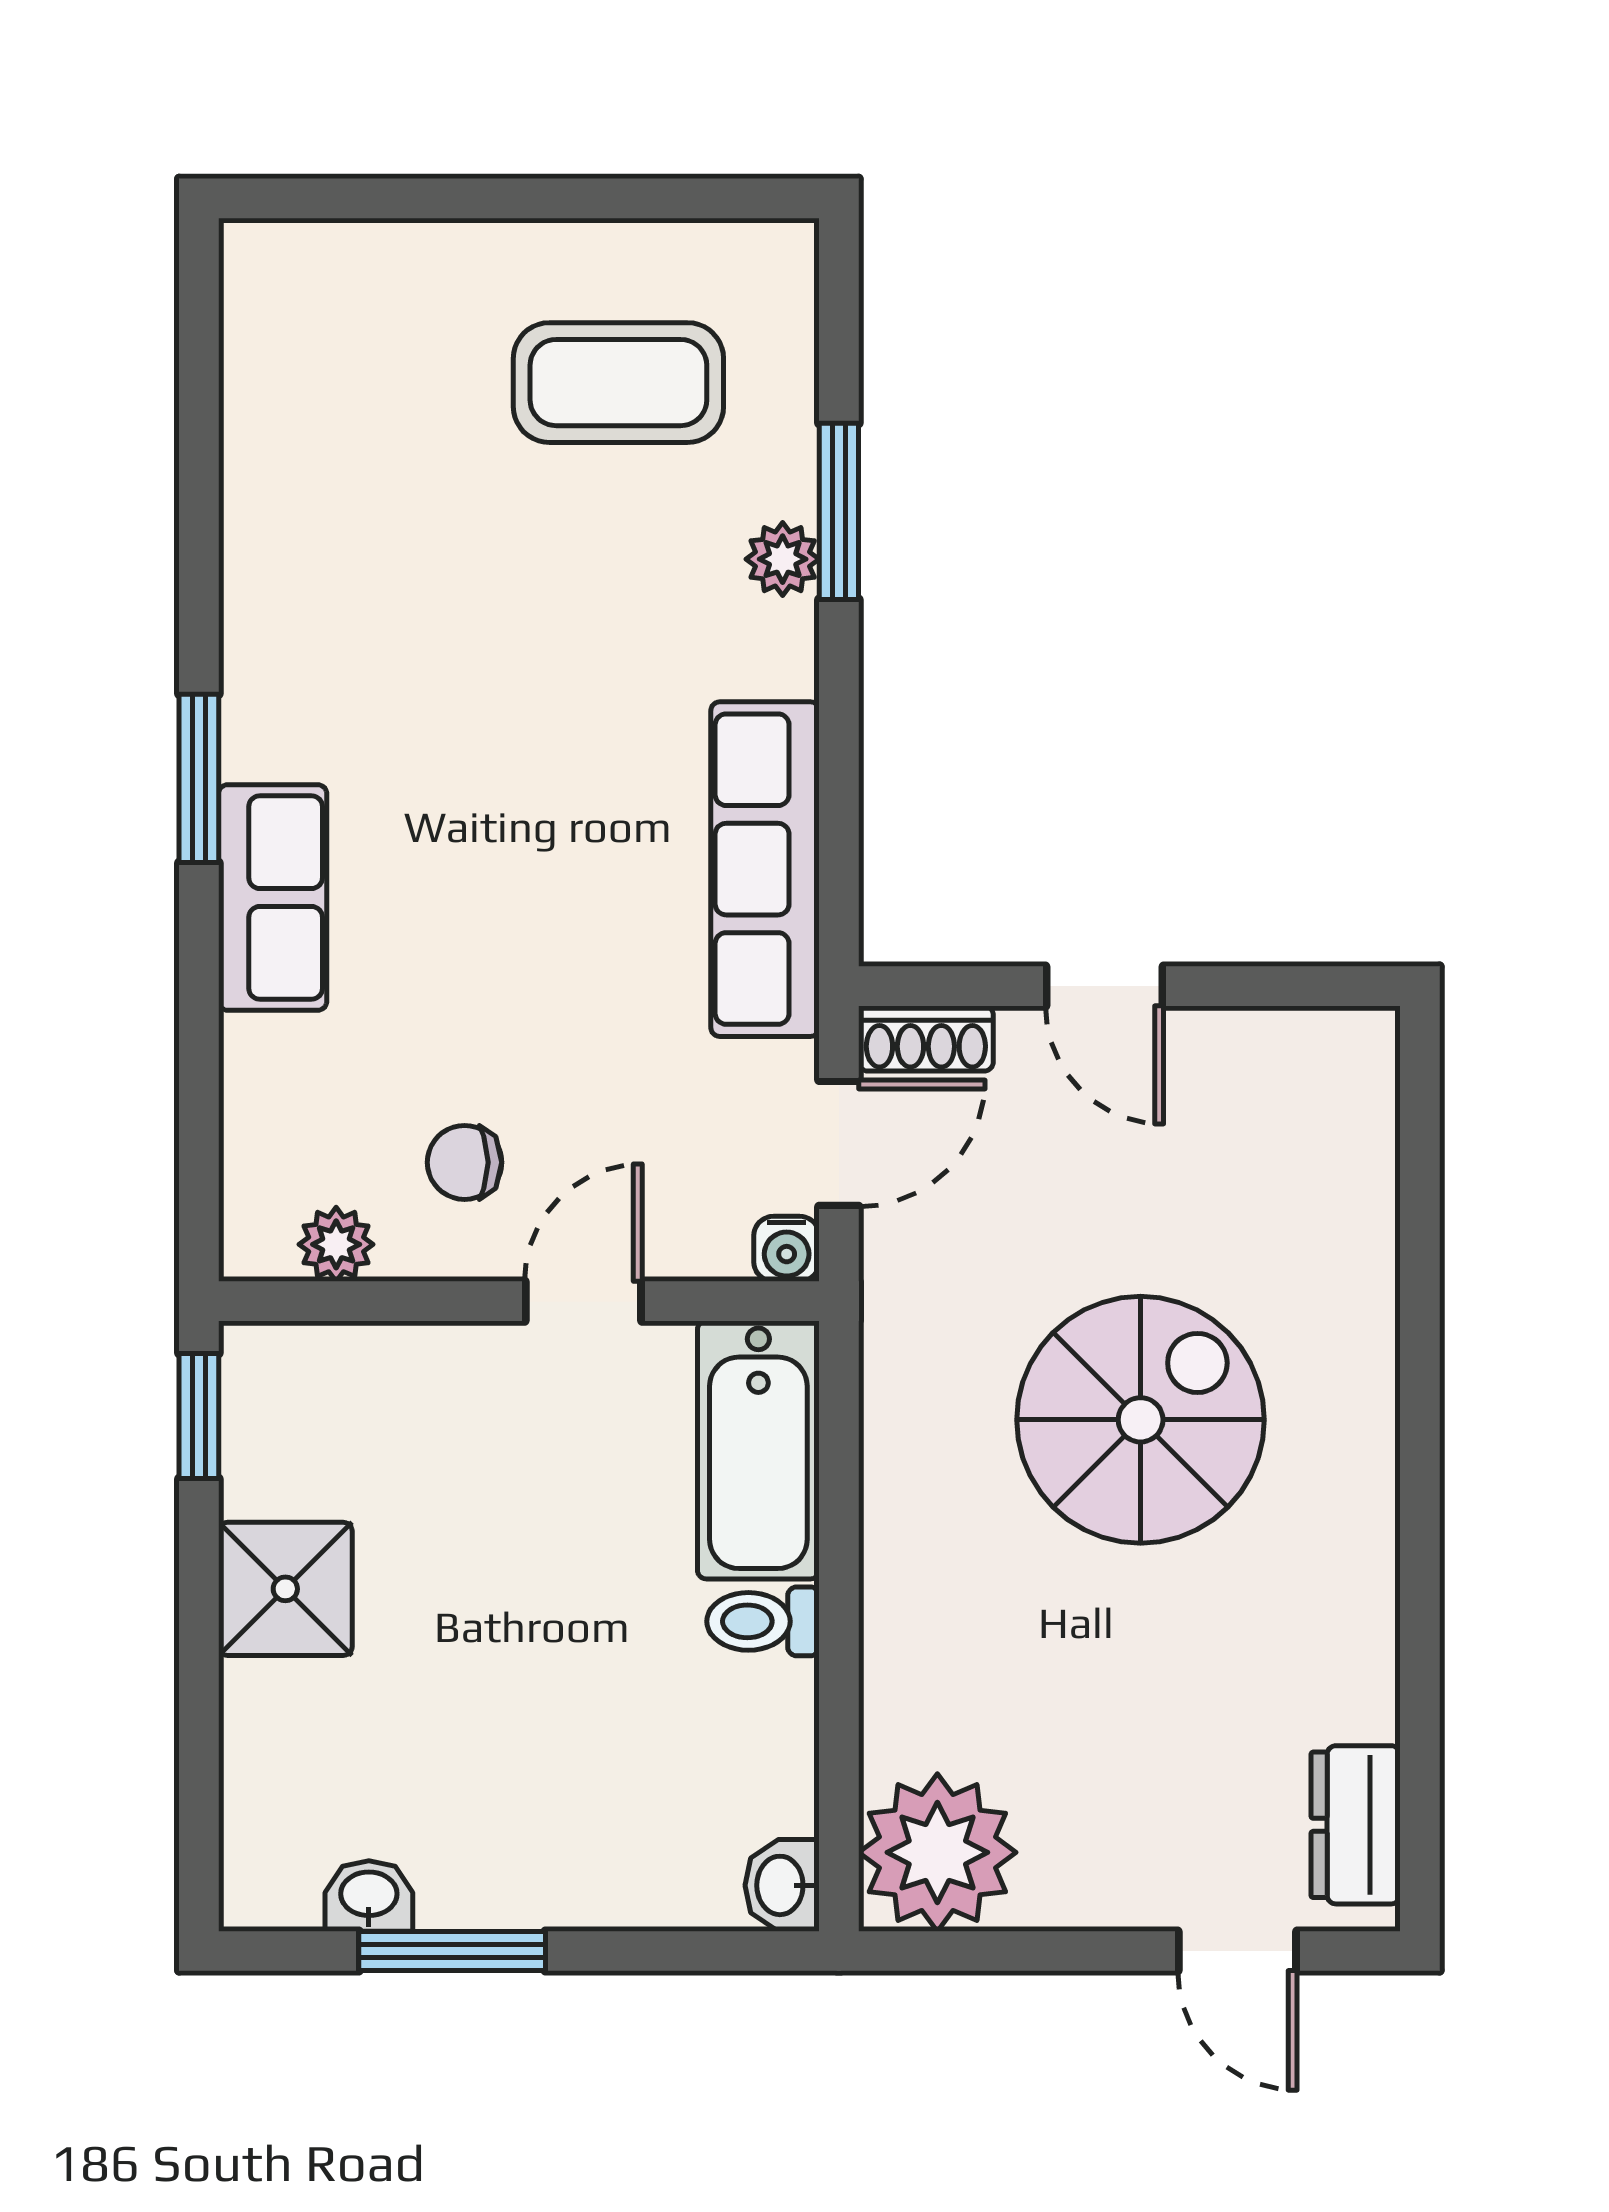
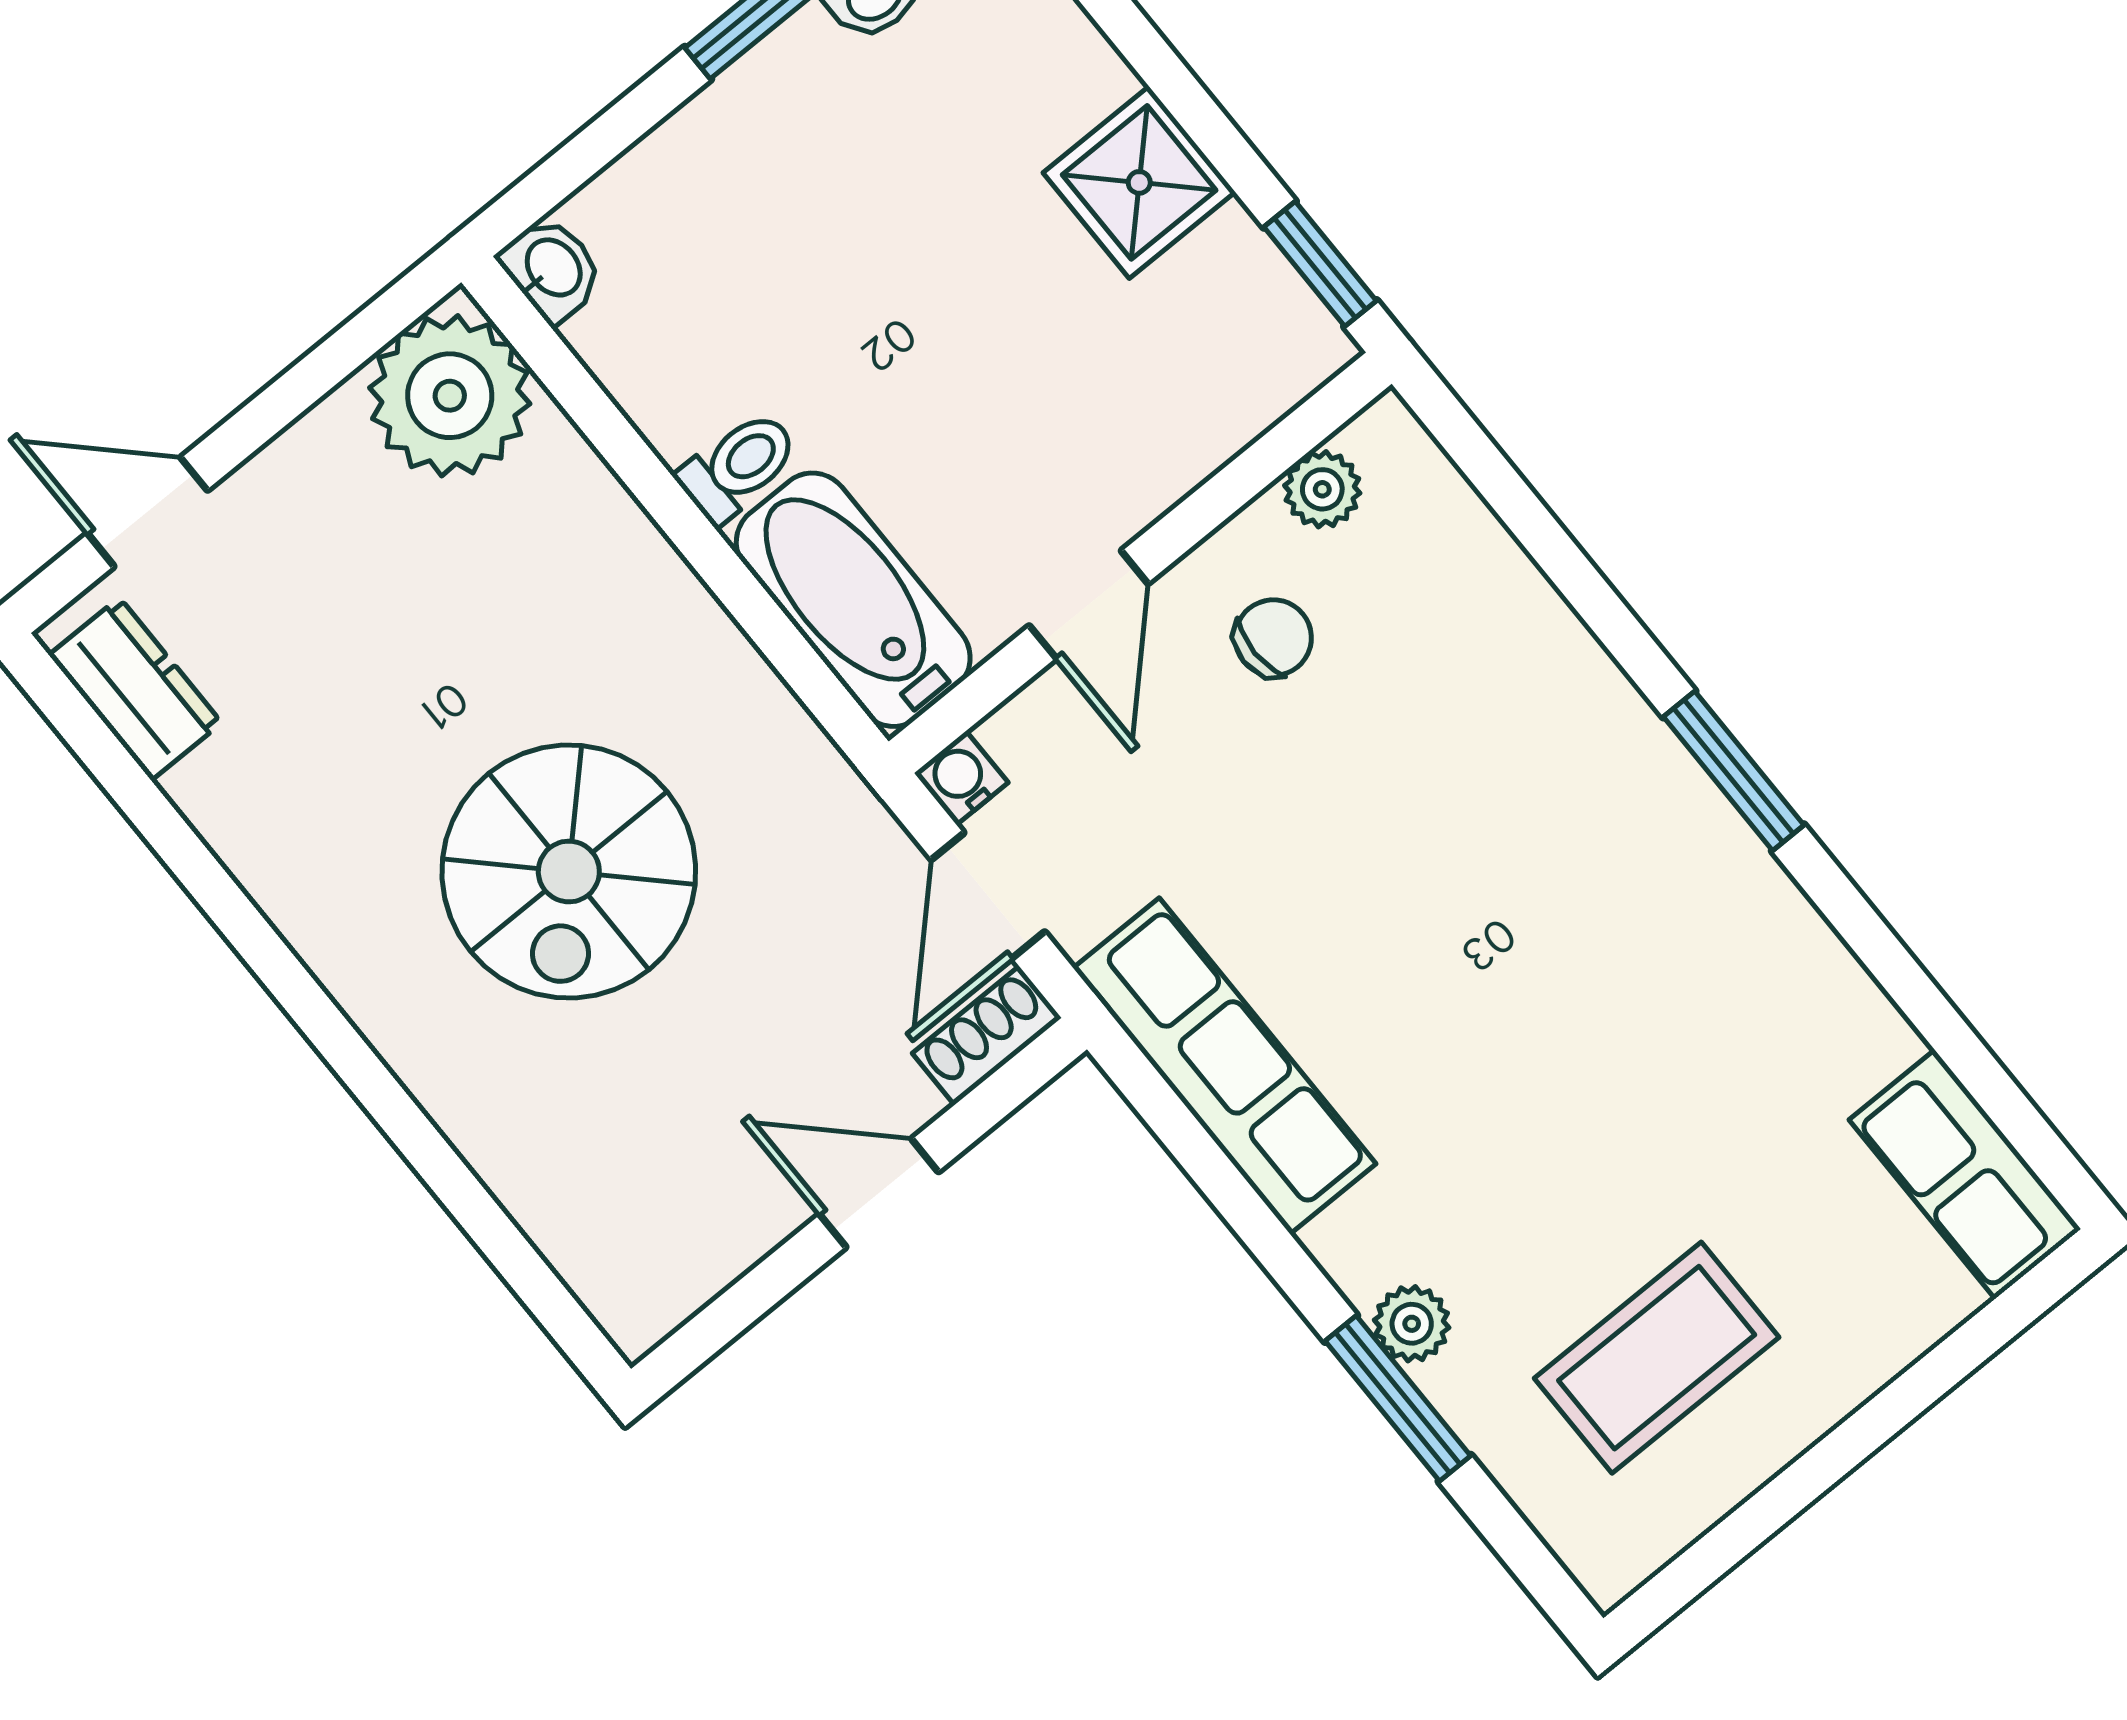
row of seats: (273, 897) -> (1965, 1174), moved

